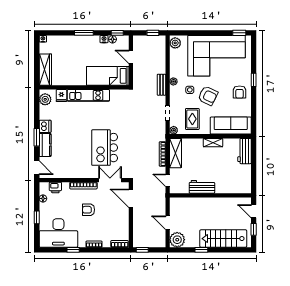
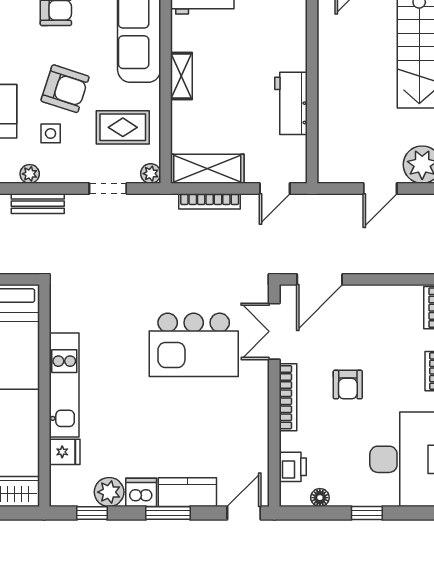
armchair: (208, 96) -> (65, 89), turned 82
plant: (45, 99) -> (109, 492), moved
window: (37, 107) -> (92, 513), added

